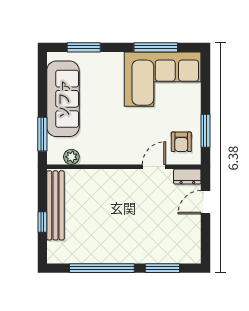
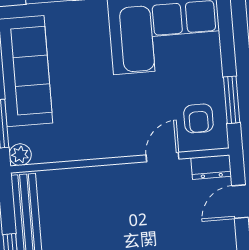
plant: (71, 157) -> (20, 155), moved

